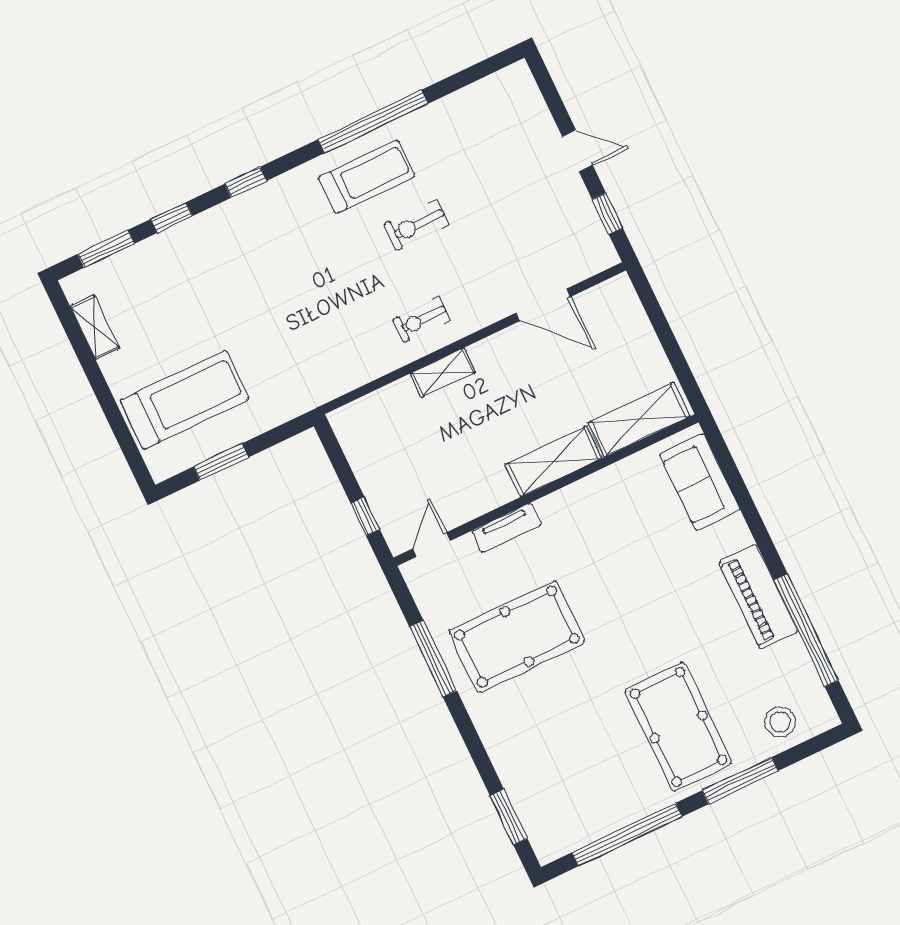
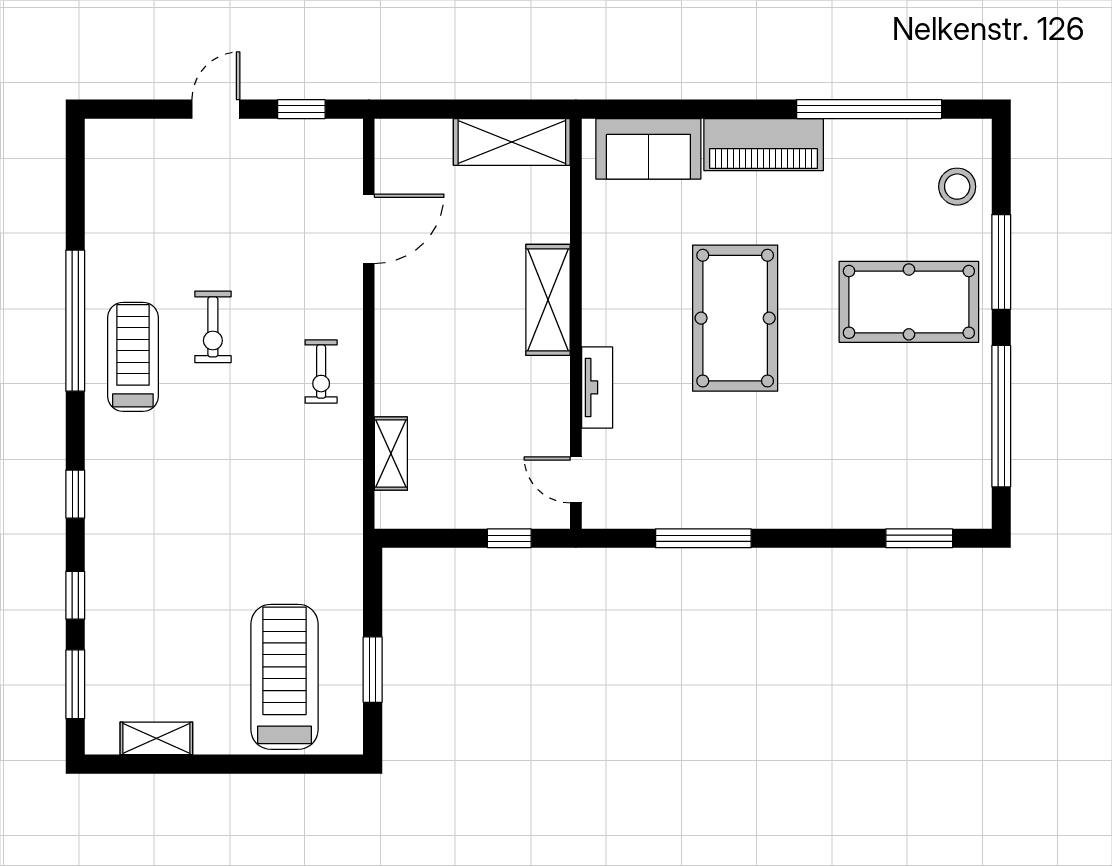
shelving: (443, 373) -> (391, 454), moved
shelving: (639, 420) -> (512, 142), moved, turned 90
piano: (758, 597) -> (764, 145), moved
pool table: (517, 637) -> (735, 318), moved

